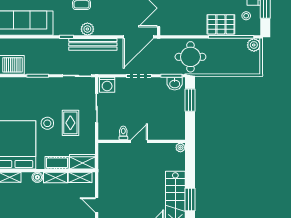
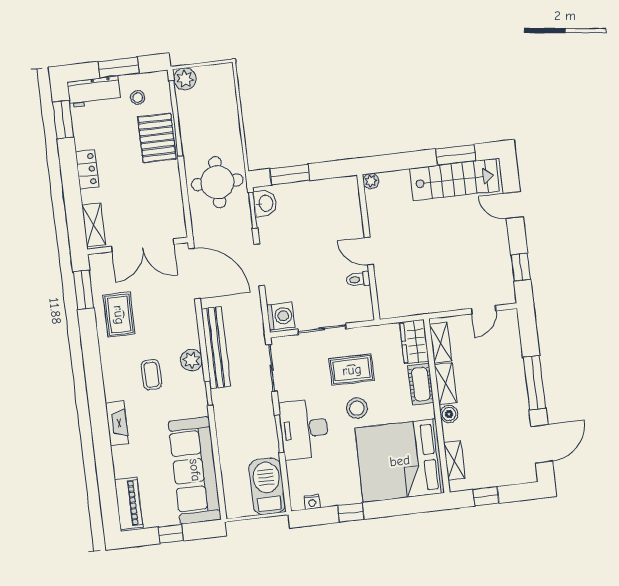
desk: (39, 91) -> (304, 429), added

